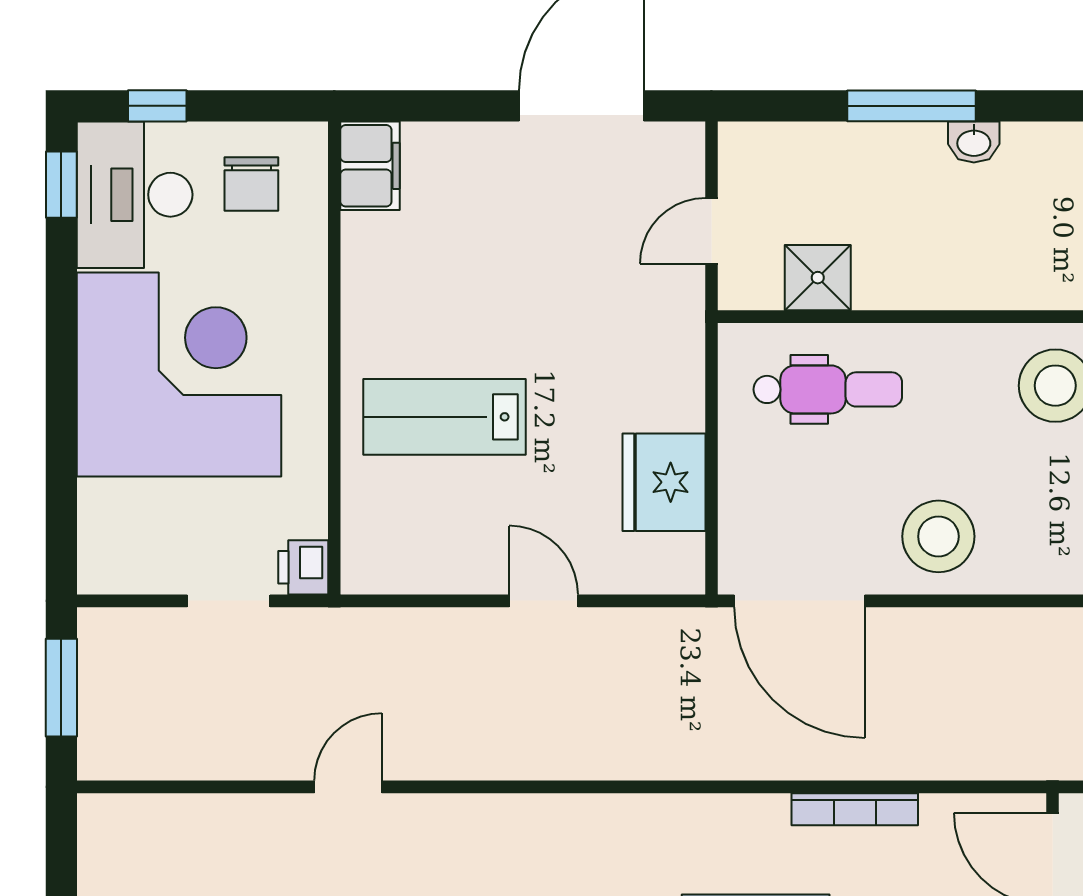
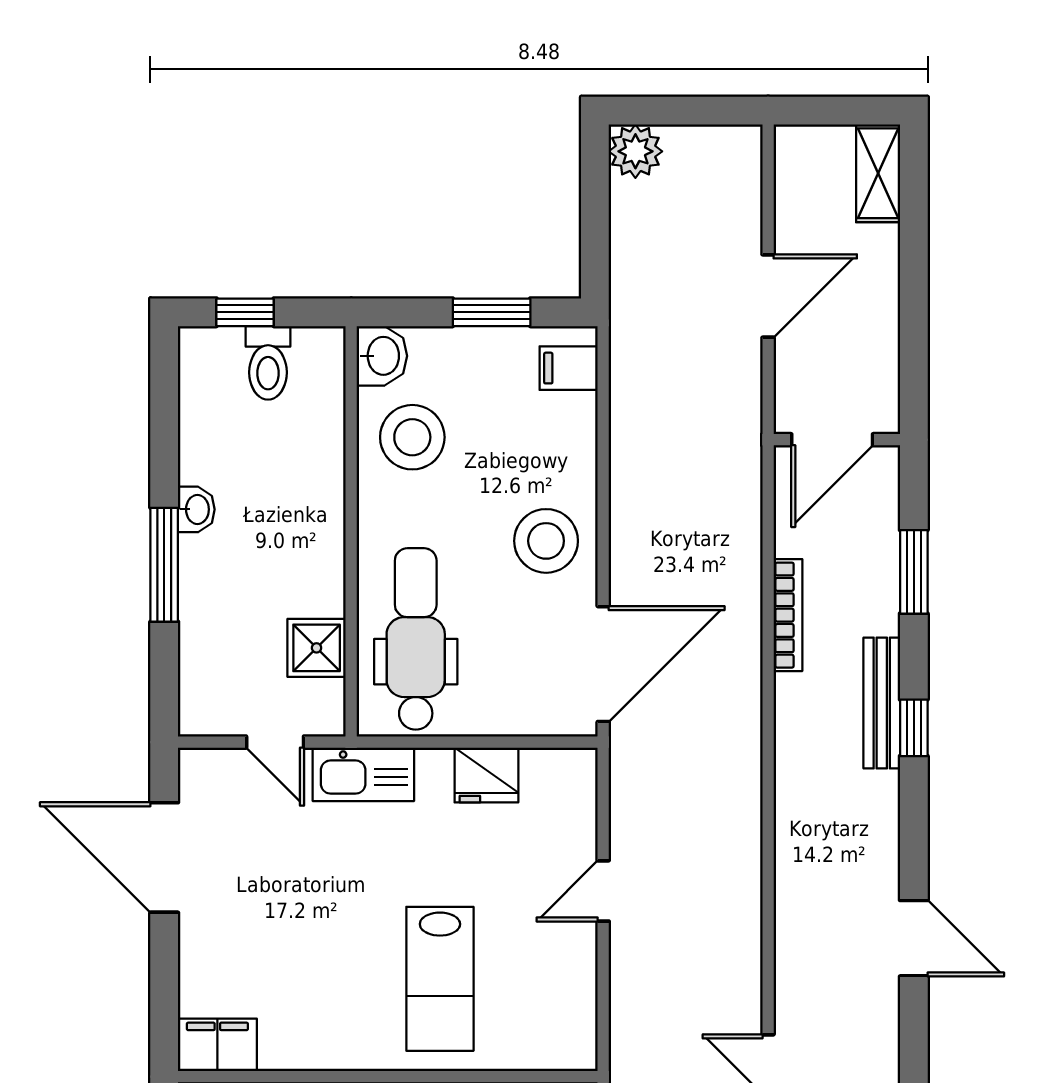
kitchen sink: (675, 330) -> (363, 774), added
dental chair: (828, 389) -> (416, 639), width x1.36, depth x1.38
fridge: (664, 482) -> (486, 775), width x0.73, depth x0.75

